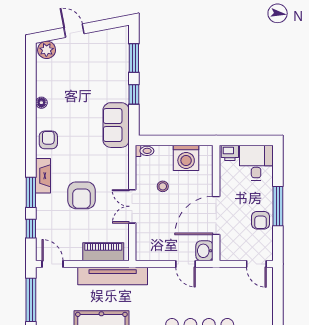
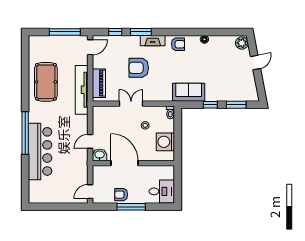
printer: (230, 153) -> (169, 173), removed

